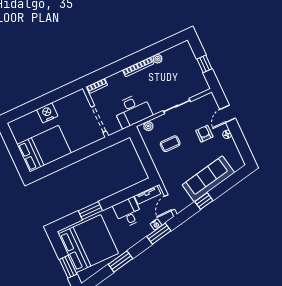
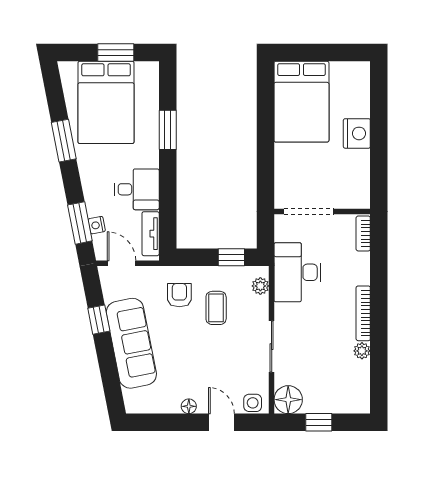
floor lamp: (200, 85) -> (288, 400), added
side table: (210, 102) -> (253, 403), added
armchair: (204, 134) -> (179, 295), moved, turned -90
window: (140, 148) -> (231, 257), added
bed: (88, 244) -> (106, 102), width x0.73
window: (68, 267) -> (116, 52), moved

